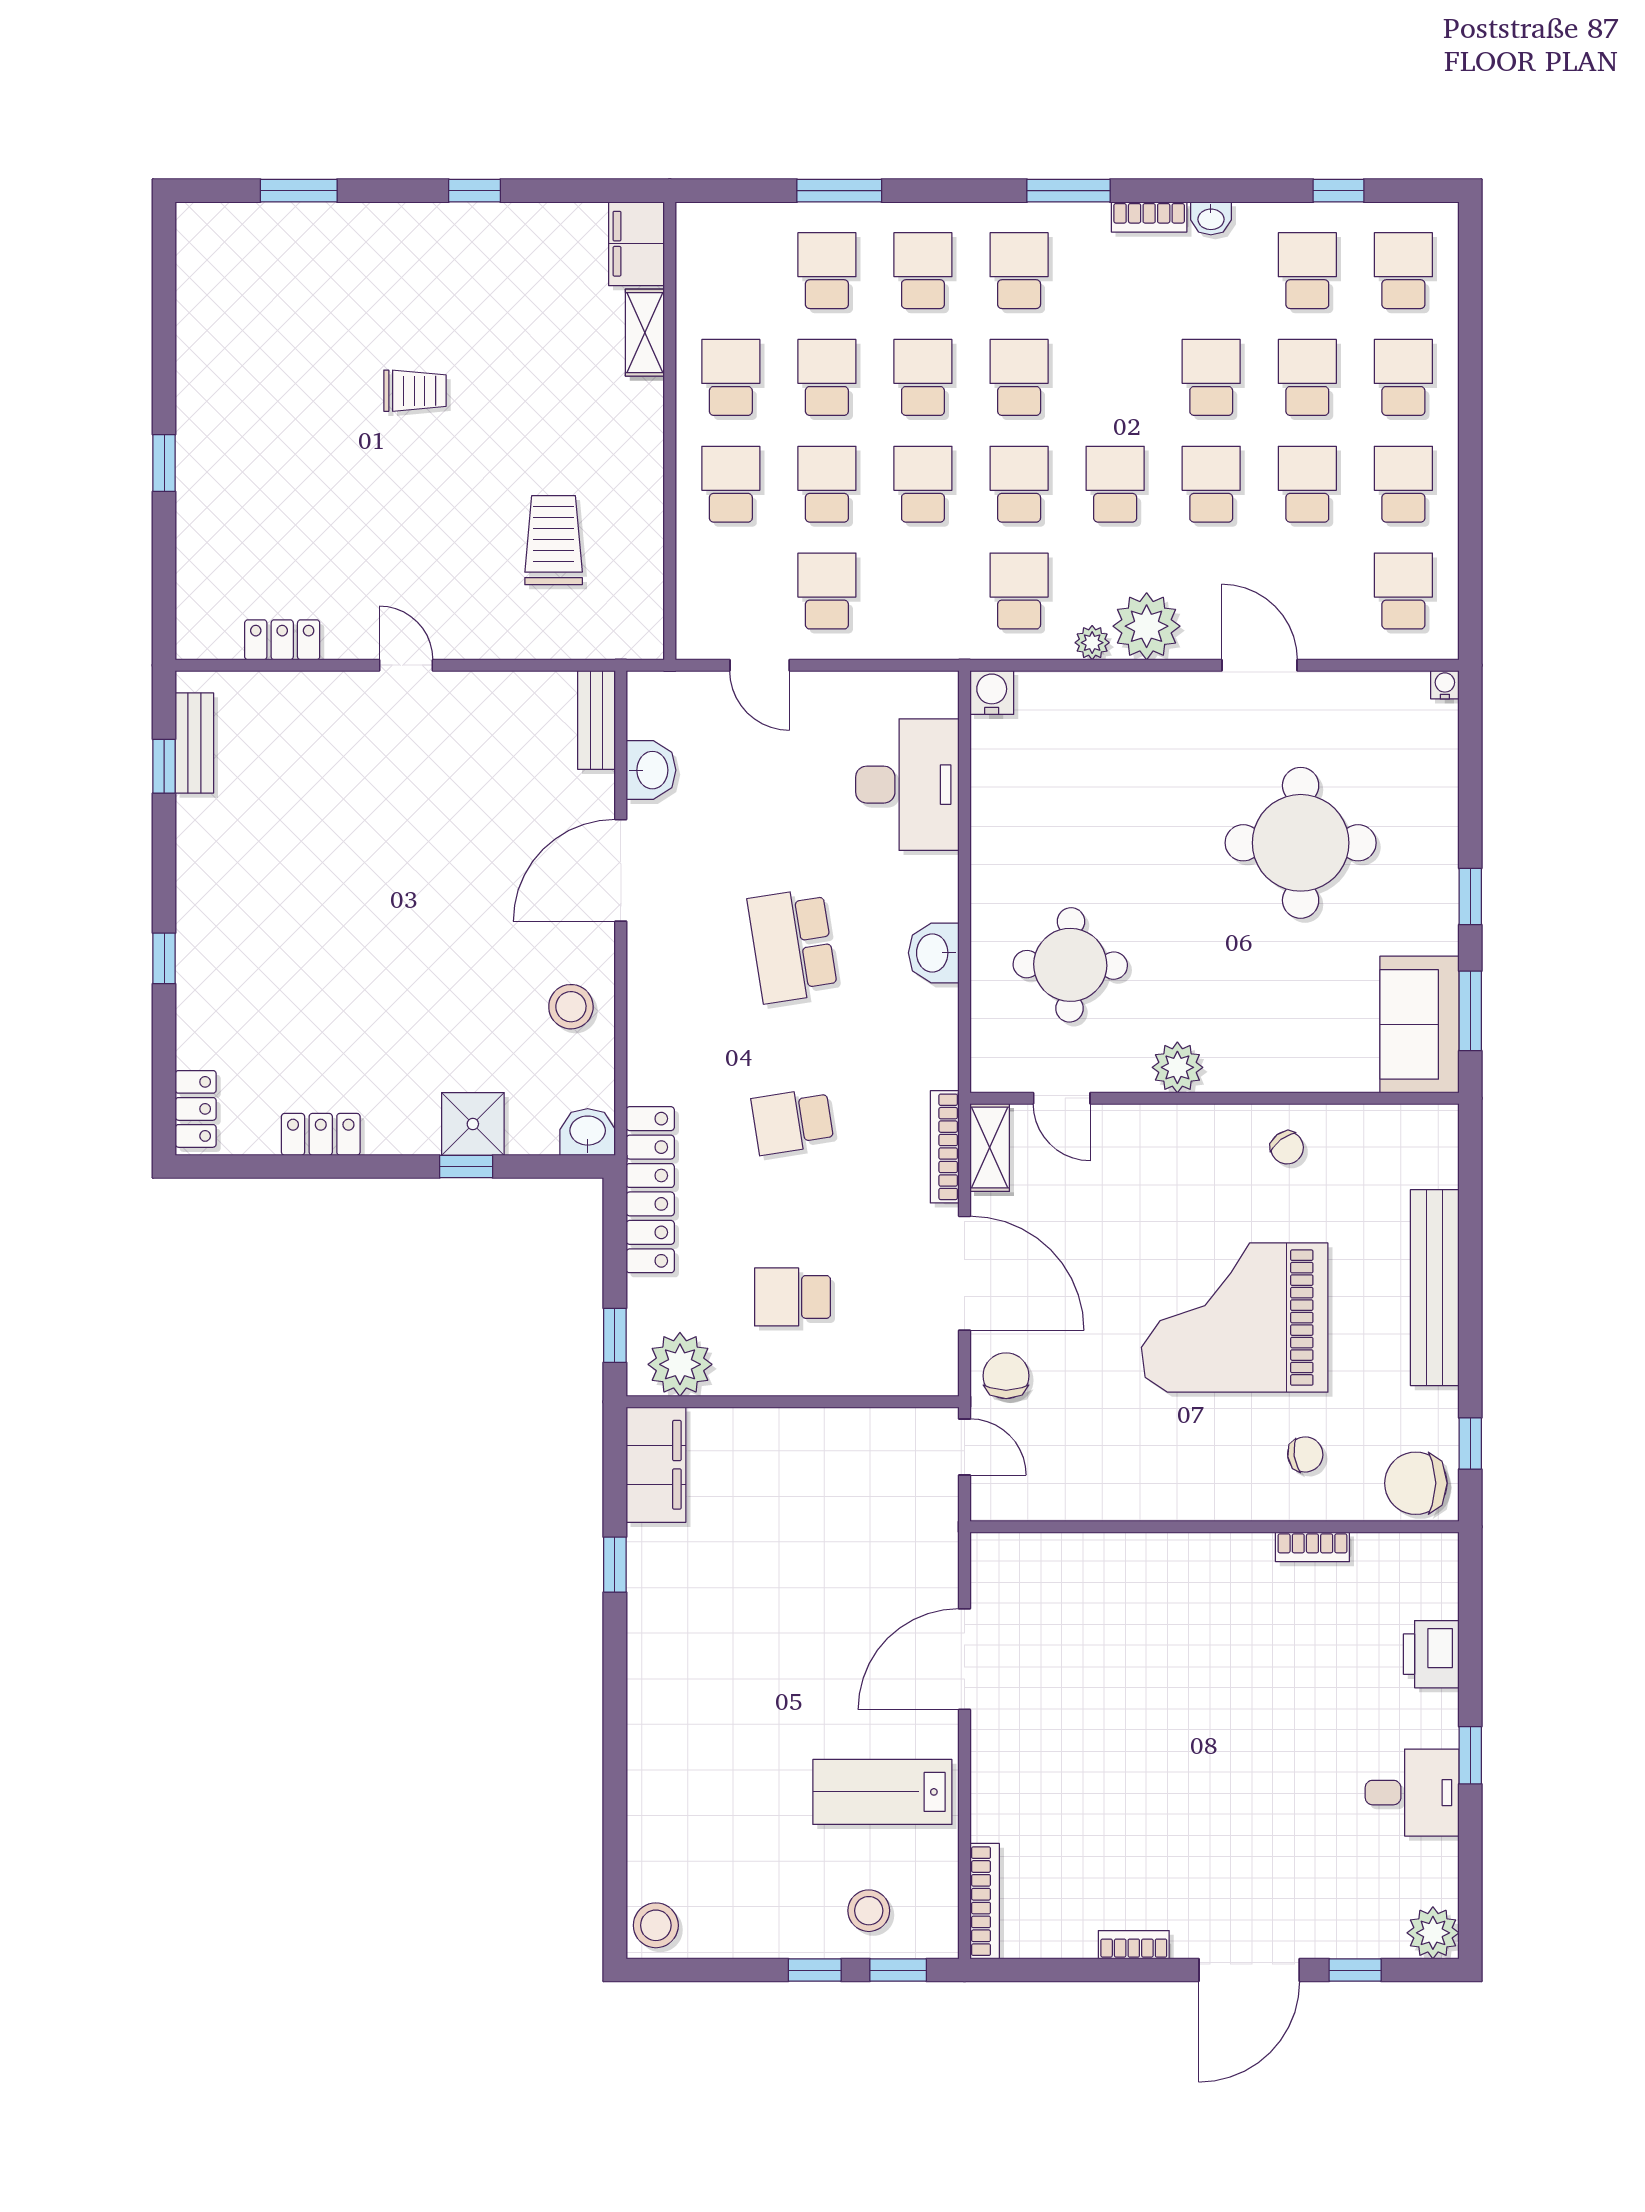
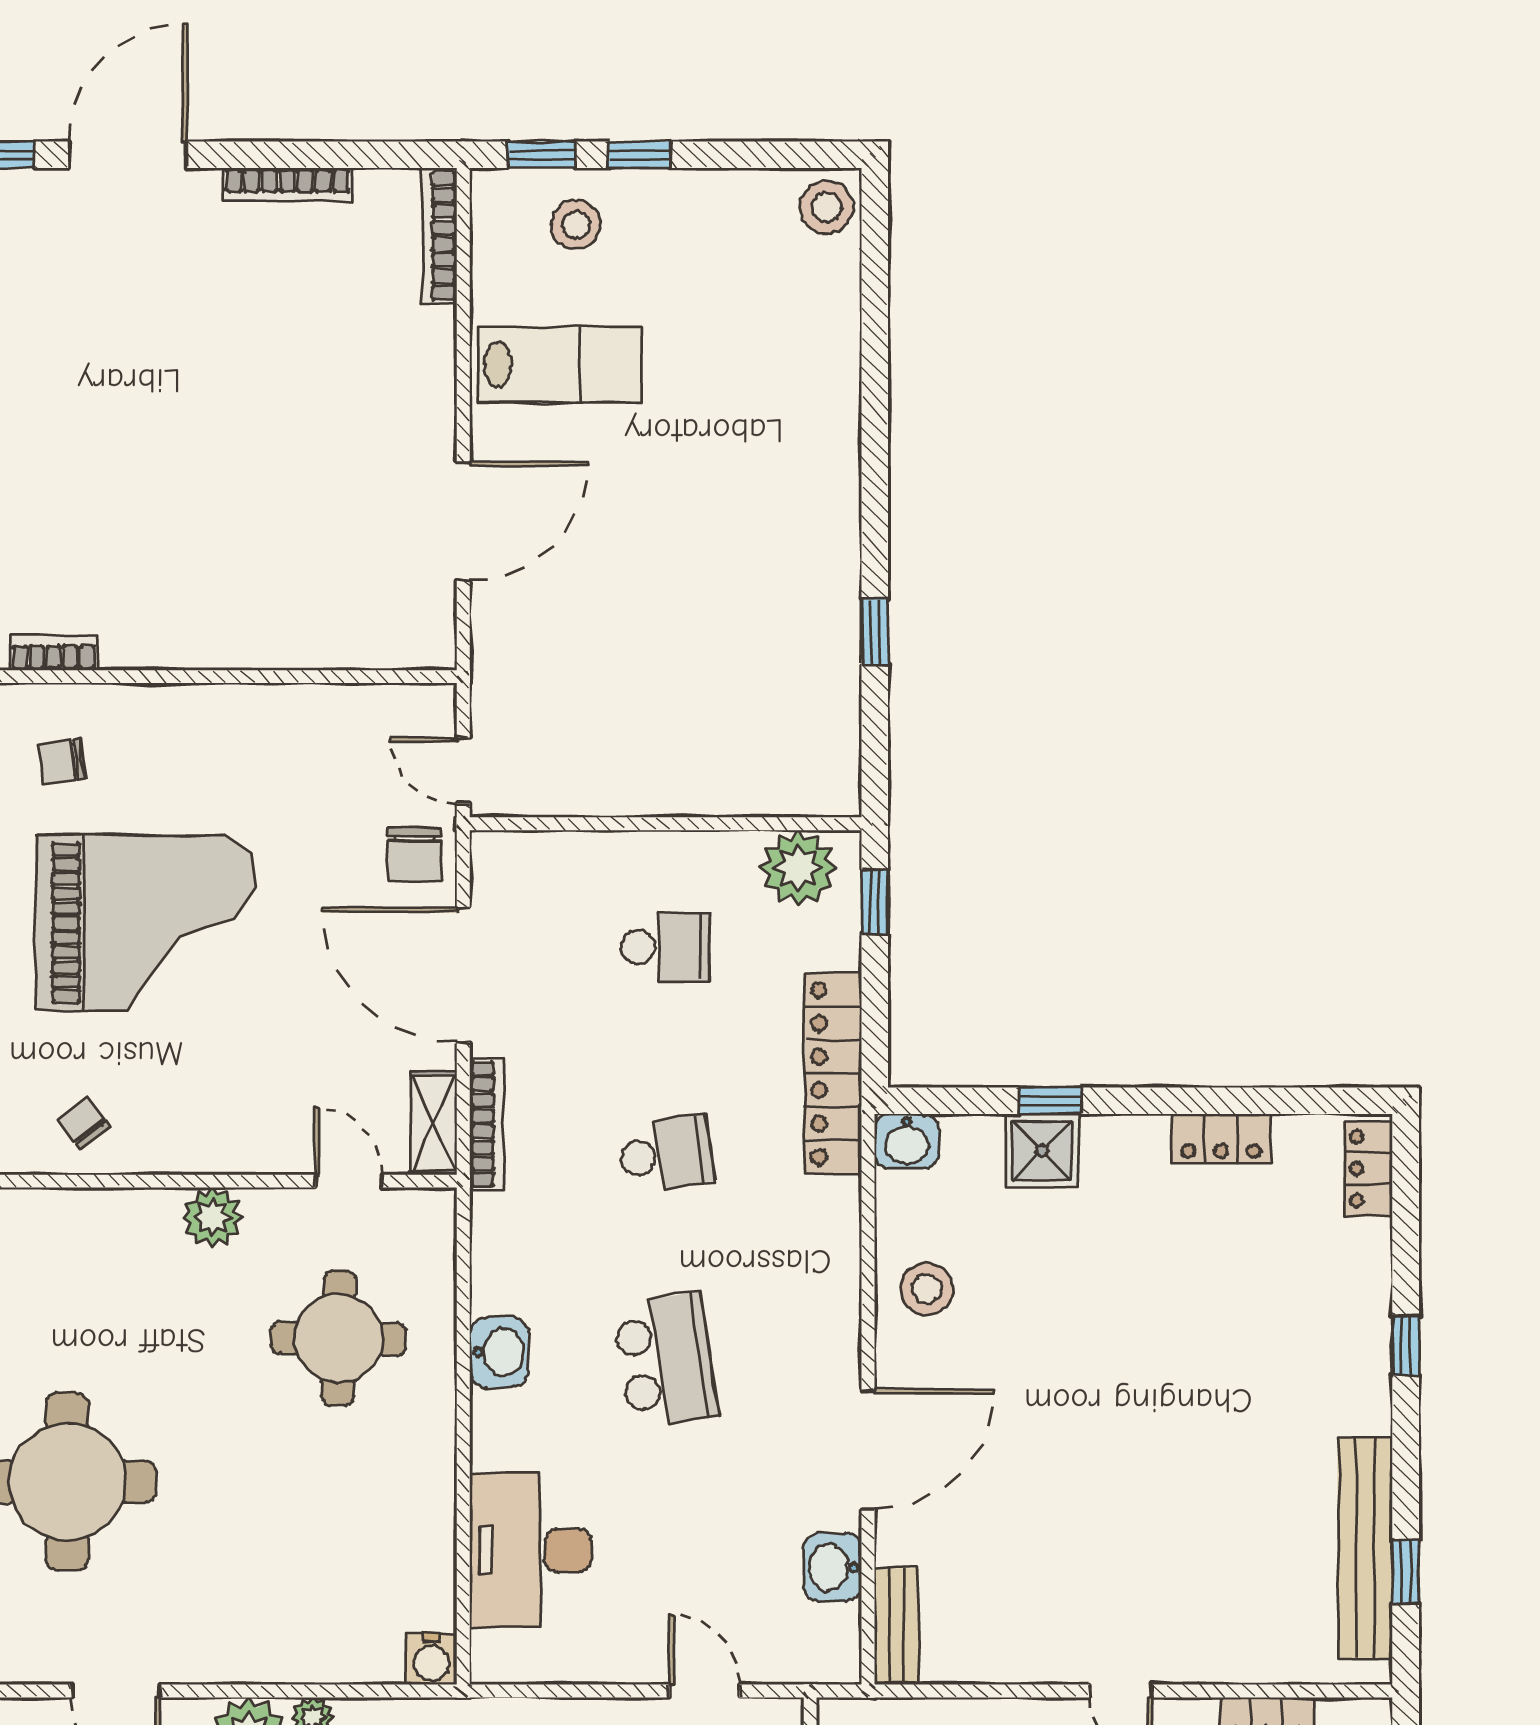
bench: (194, 743) -> (1365, 1548), width x1.86, depth x1.21
filing cabinet: (656, 1465) -> (826, 750), removed
bookcase: (1134, 1945) -> (287, 185), width x1.56

